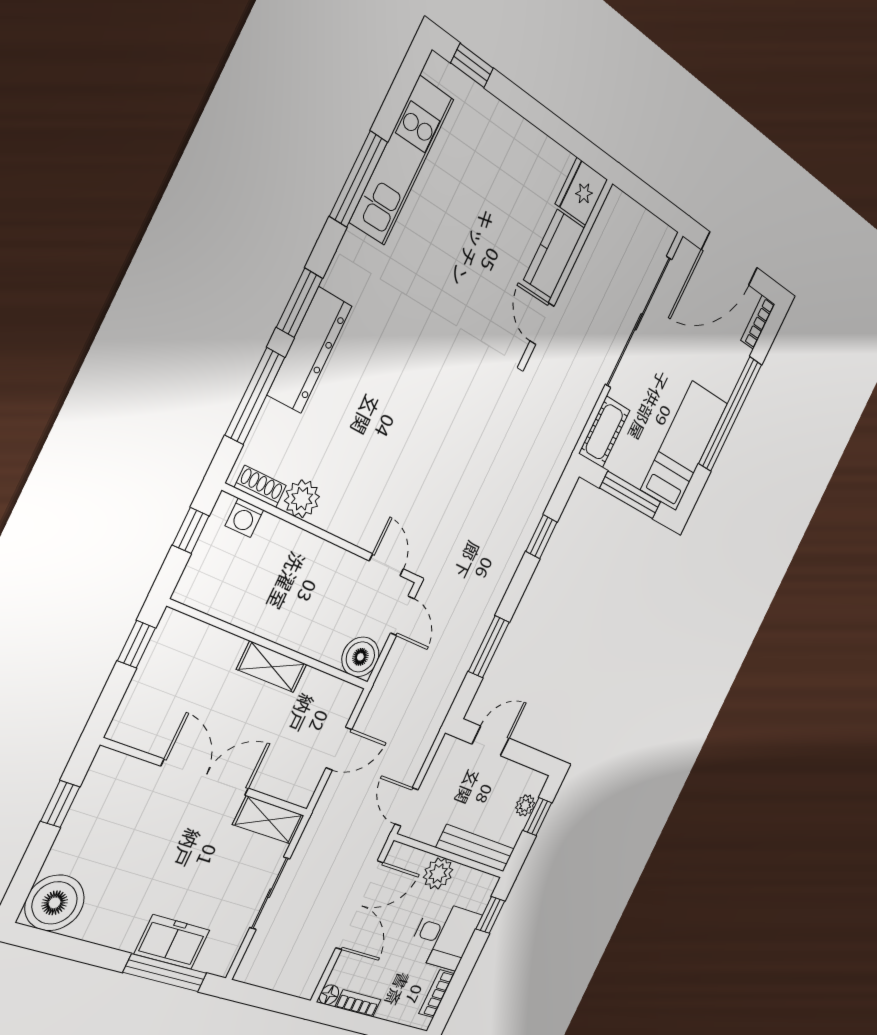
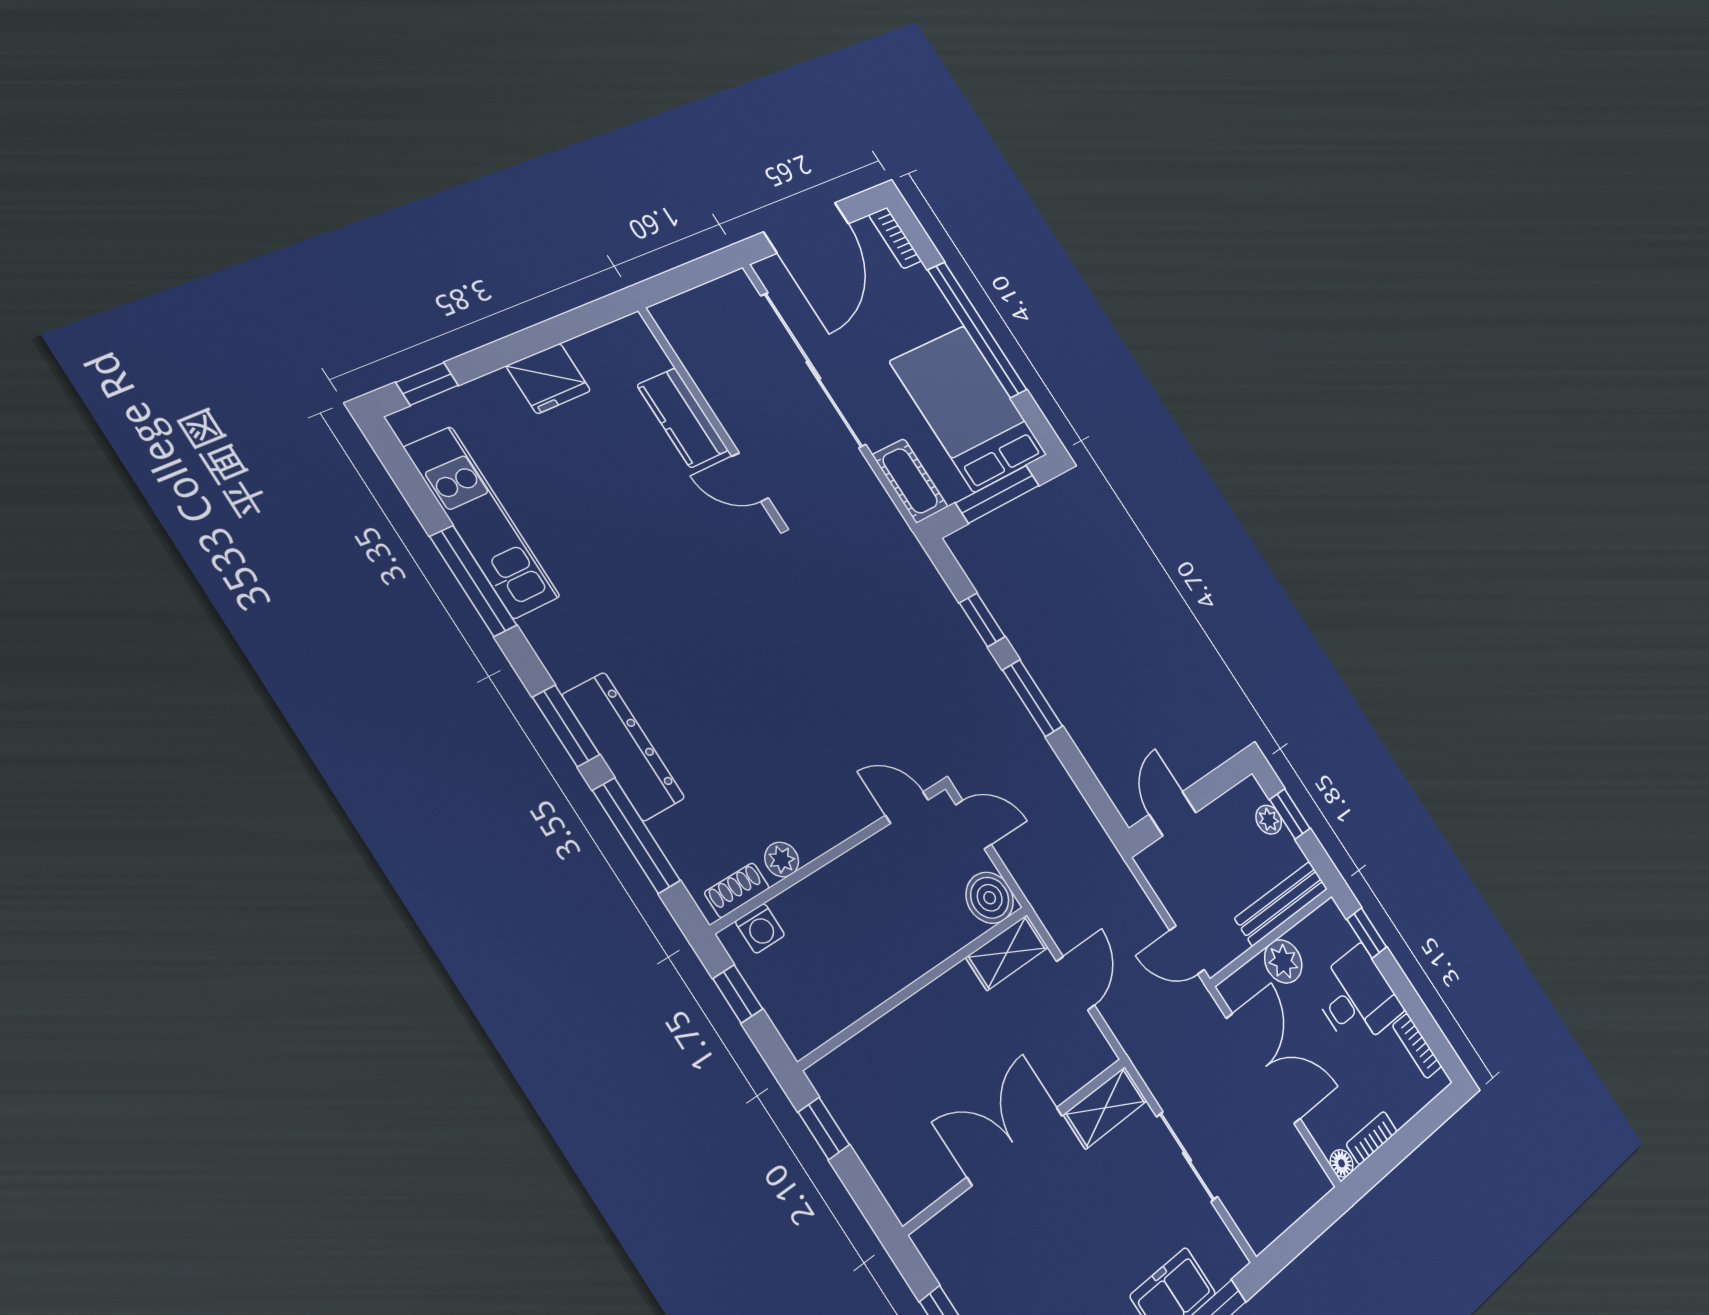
fridge: (581, 192) -> (549, 378), moved, turned -90
bed: (684, 446) -> (969, 408), width x1.50
plant: (302, 499) -> (782, 860), width x0.73, depth x0.73
window: (489, 647) -> (1033, 698), moved
shelving: (272, 667) -> (1007, 953), moved

